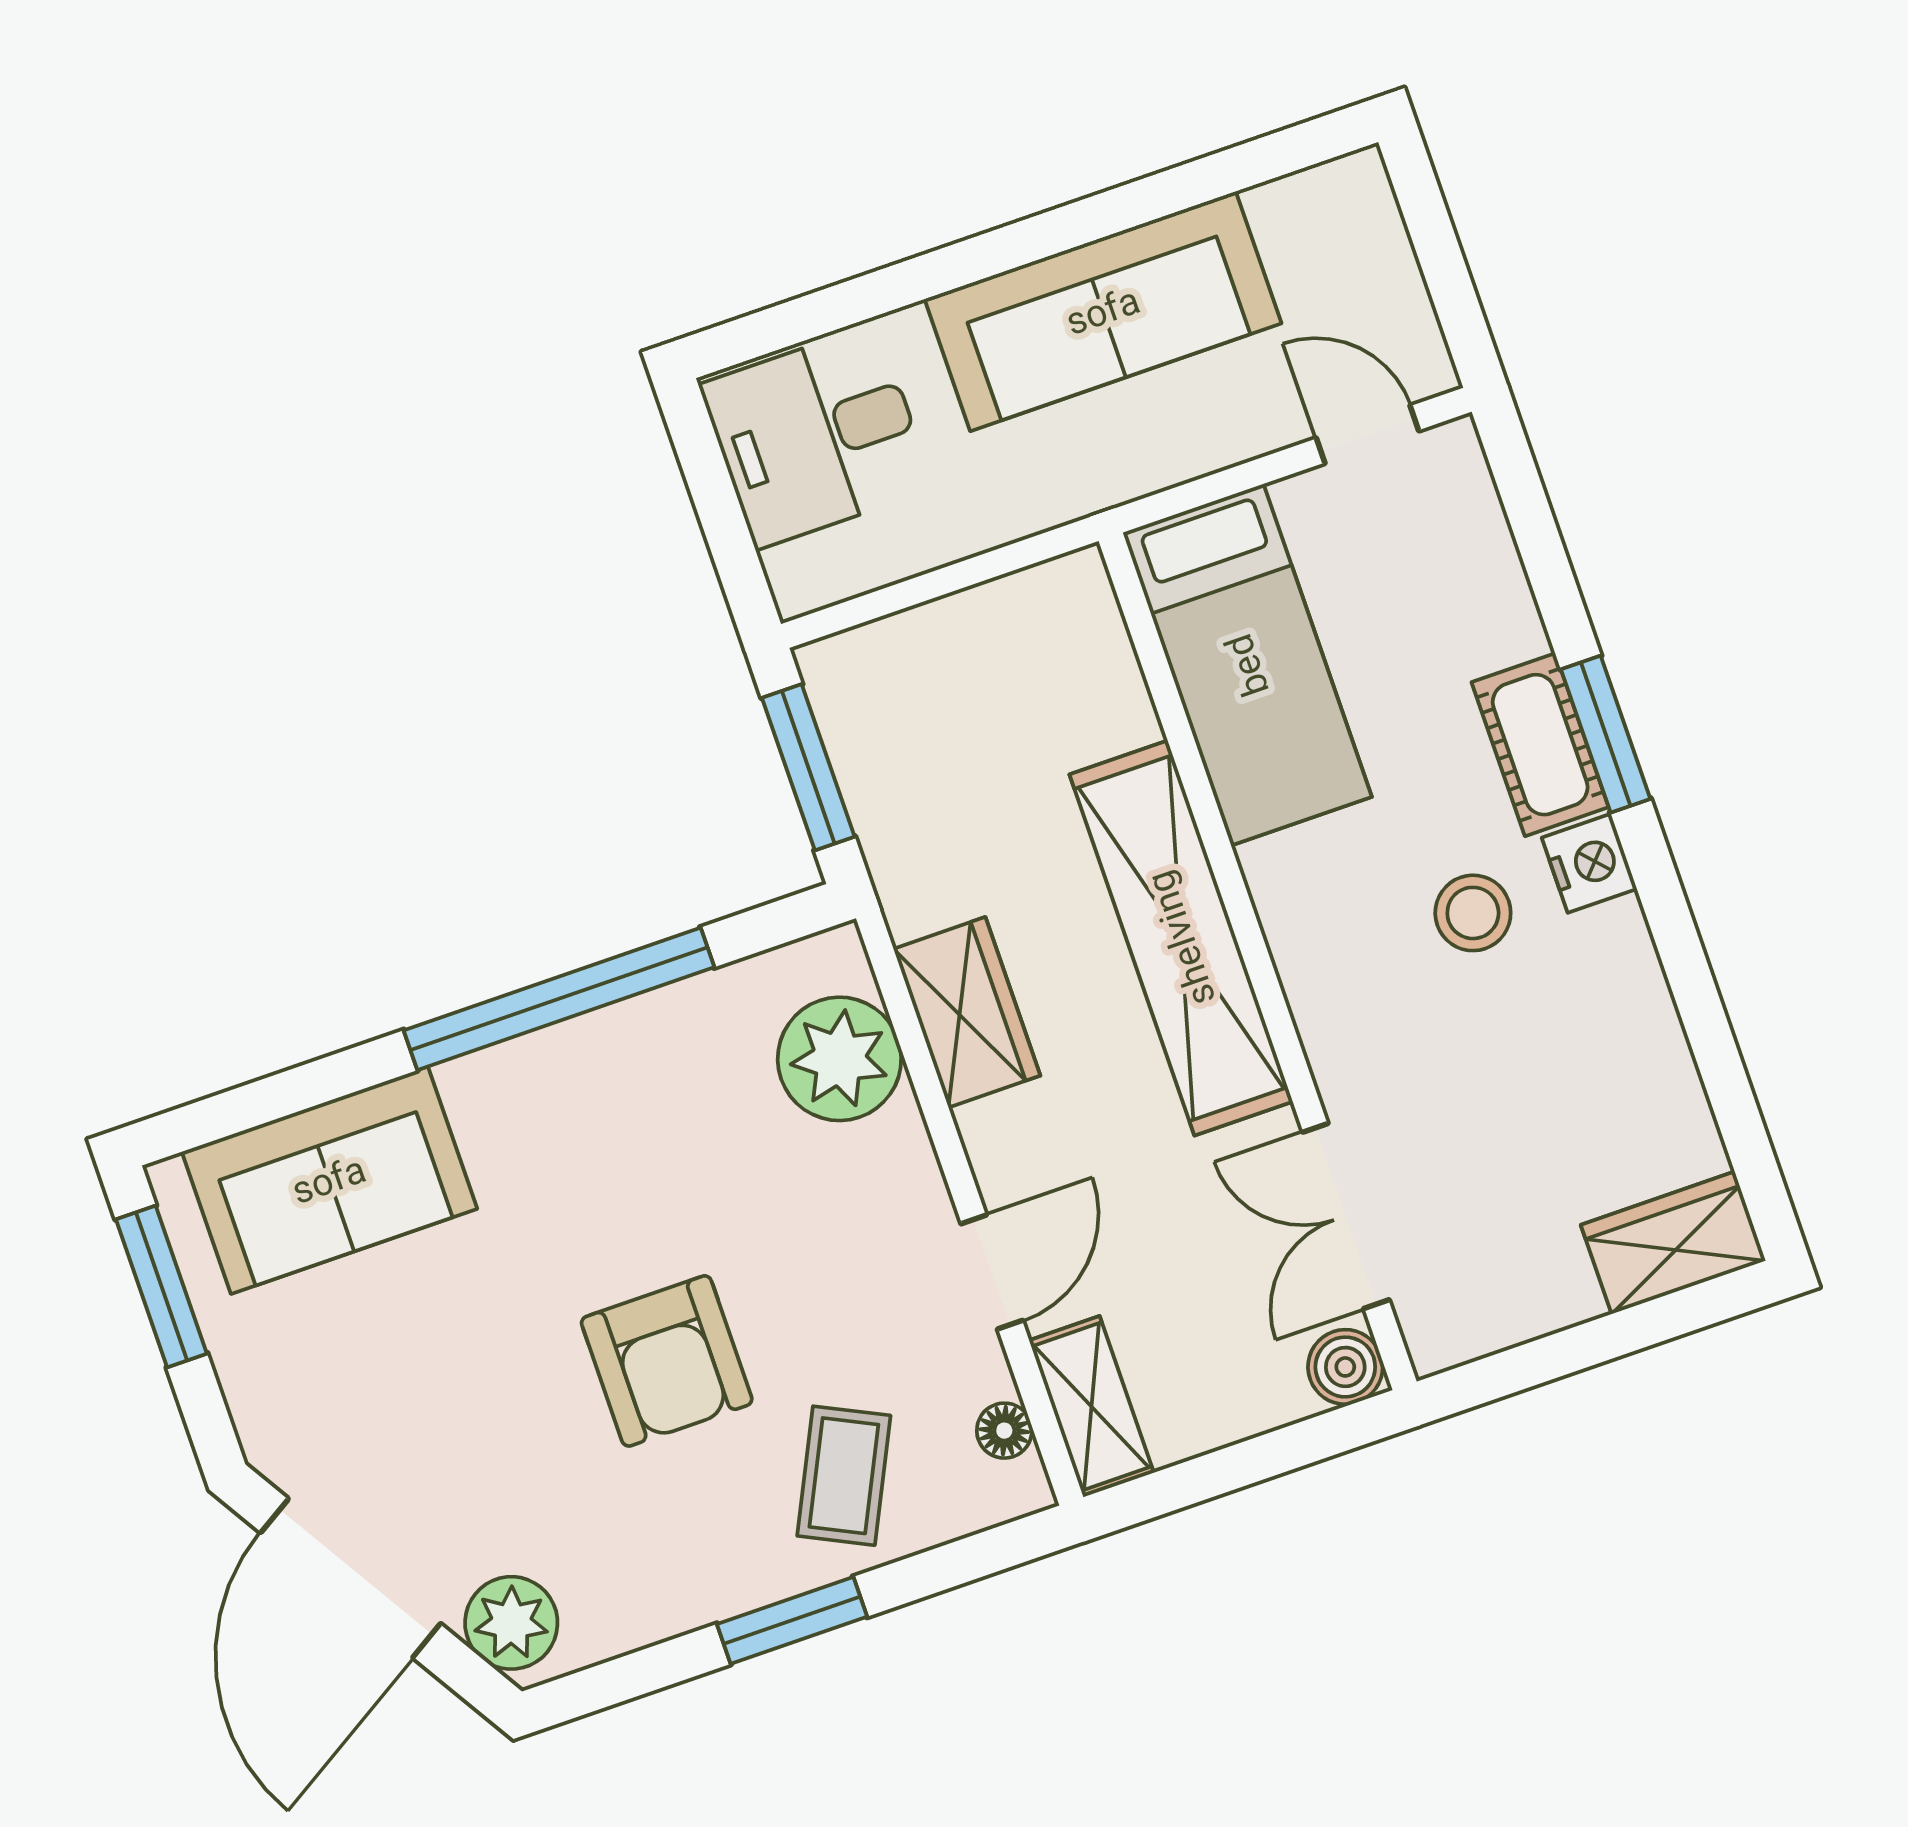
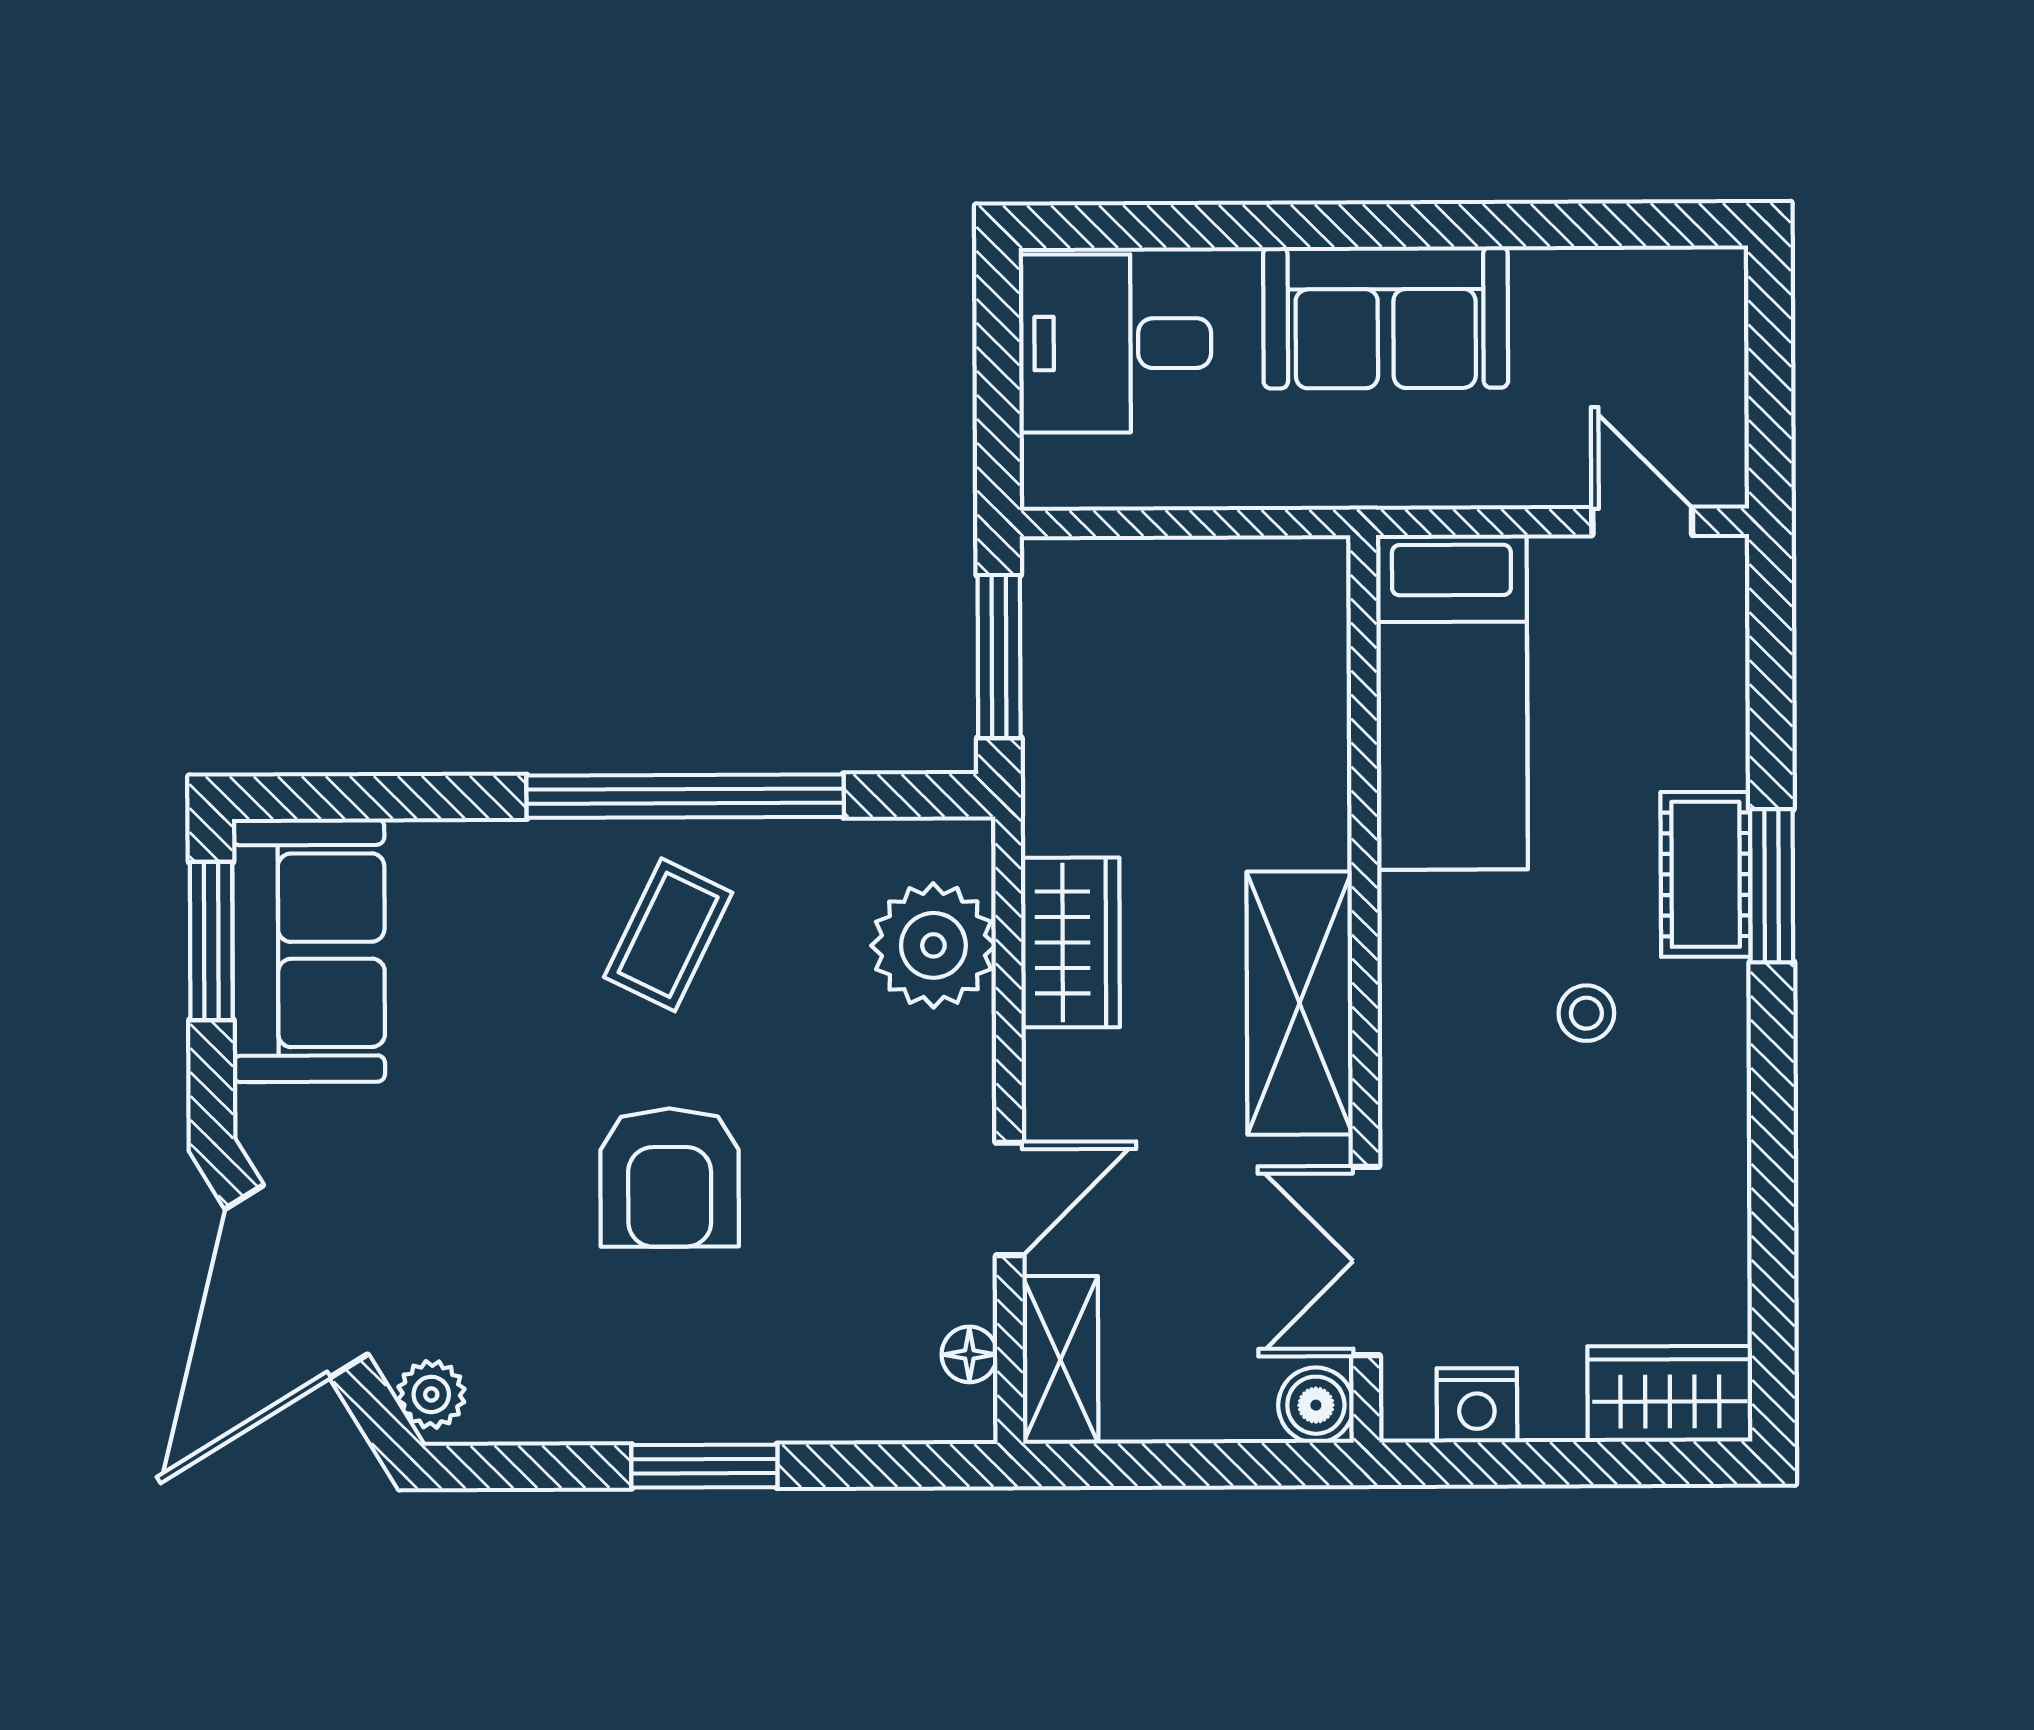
sofa: (1103, 311) -> (1386, 317), width x0.73
nightstand: (1589, 863) -> (1477, 1405), moved, turned 90
stool: (1473, 913) -> (1586, 1013), width x0.73, depth x0.73
shelving: (1181, 938) -> (1300, 1003), width x0.68
sofa: (329, 1180) -> (309, 950), moved, turned -90
coffee table: (844, 1476) -> (668, 935), moved
plant: (511, 1623) -> (431, 1394), width x0.73, depth x0.73

